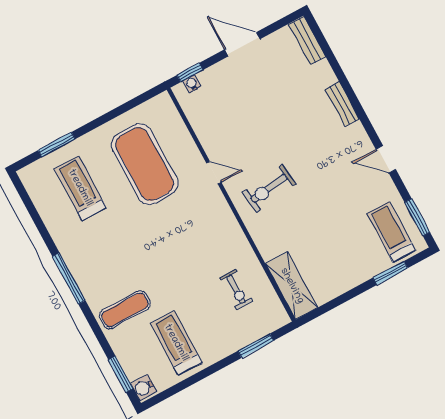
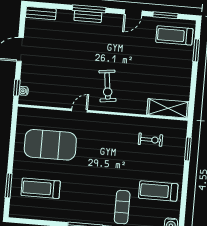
window: (353, 99) -> (89, 9), added
window: (417, 217) -> (165, 15), moved

